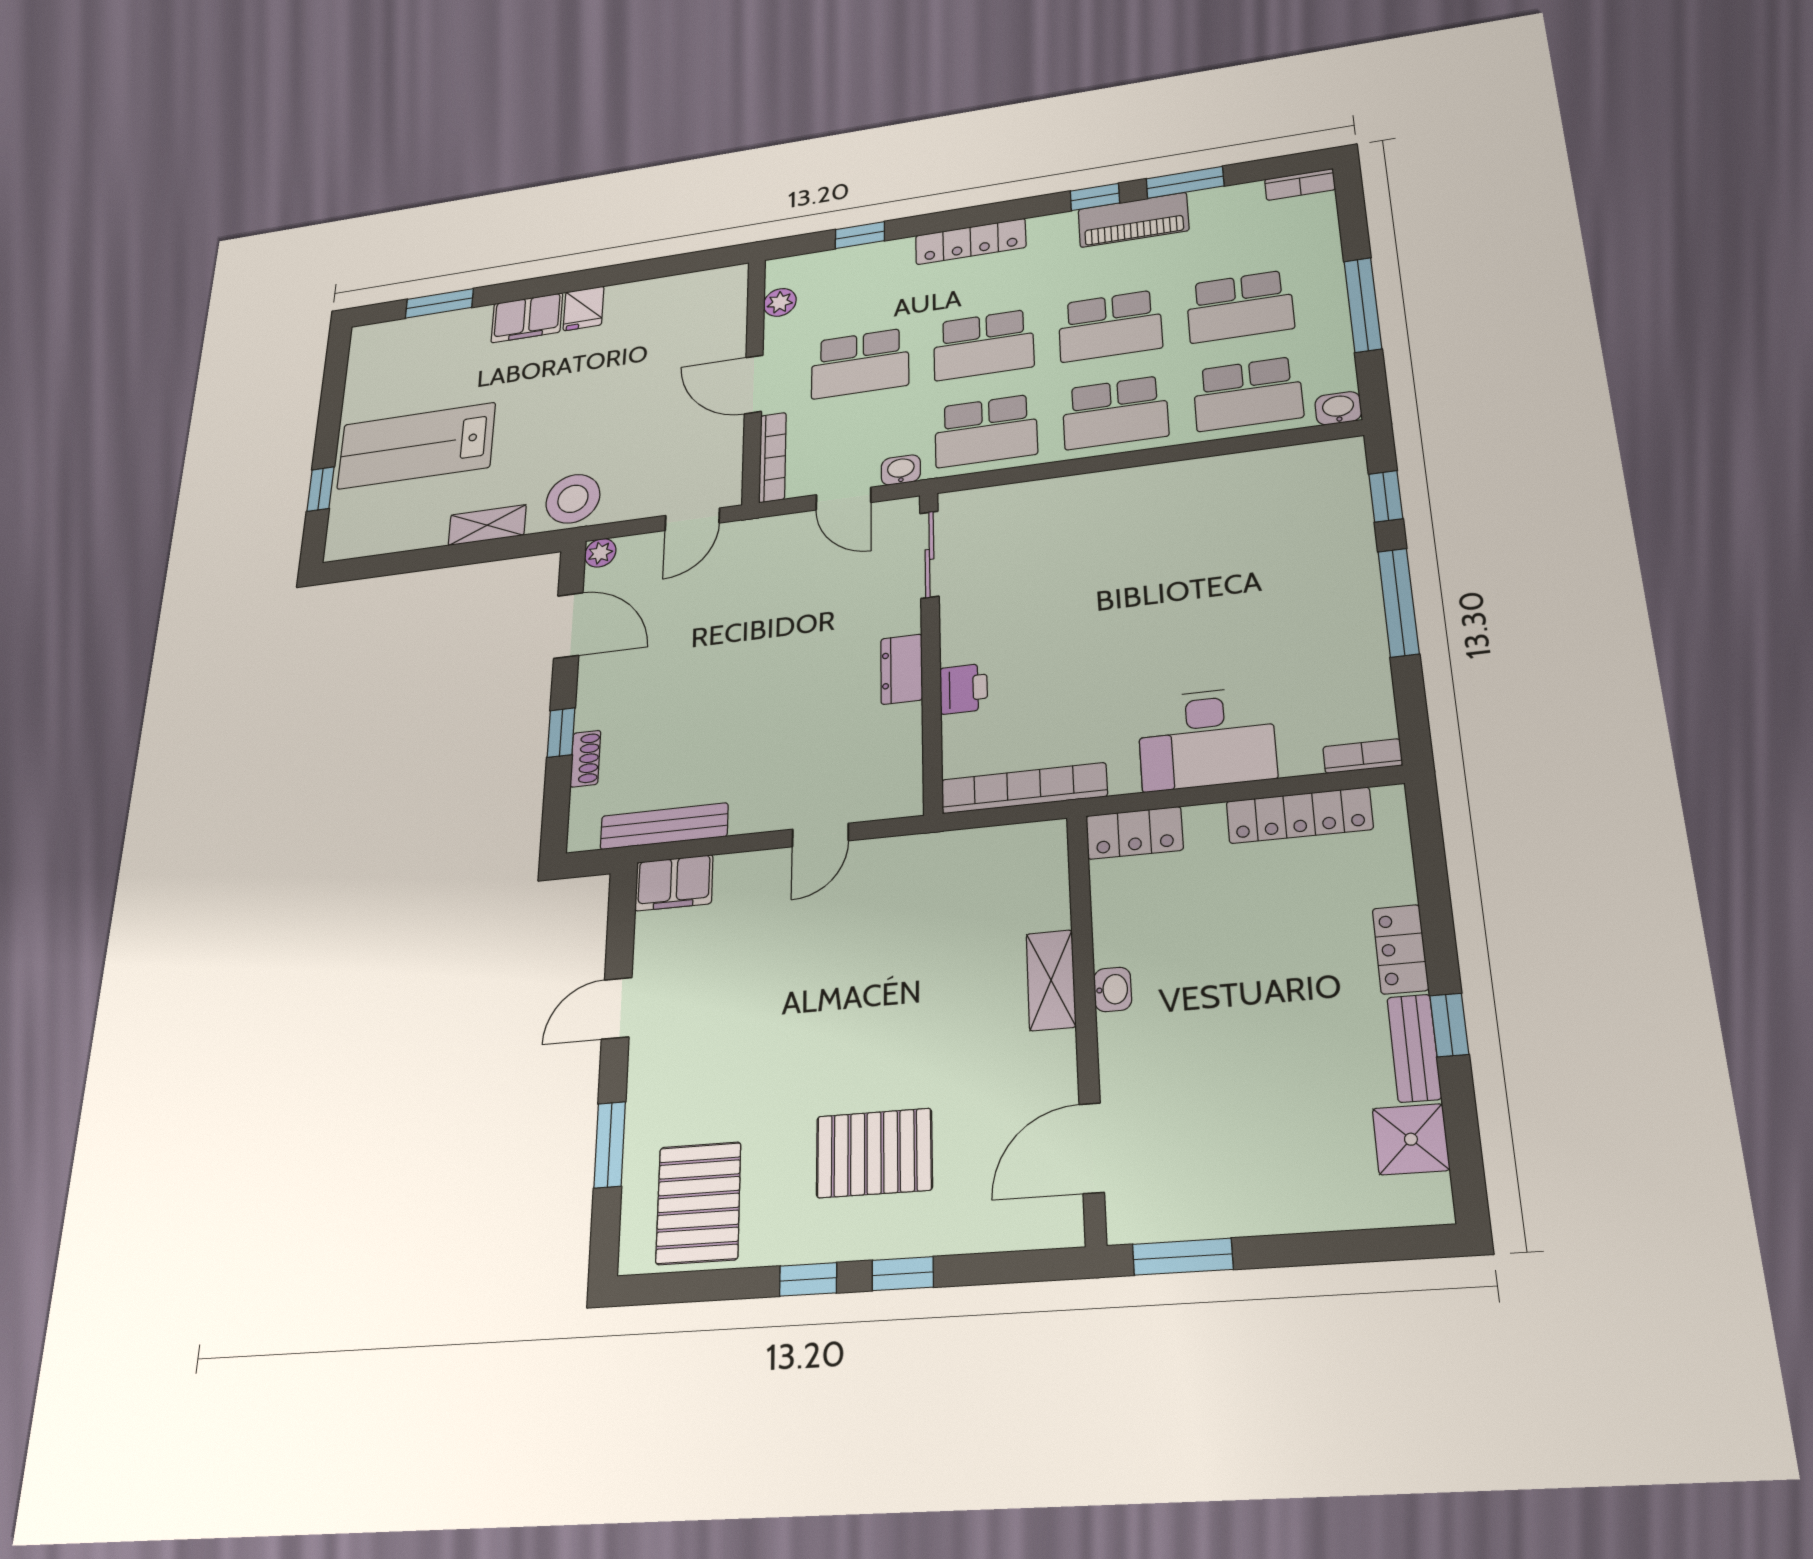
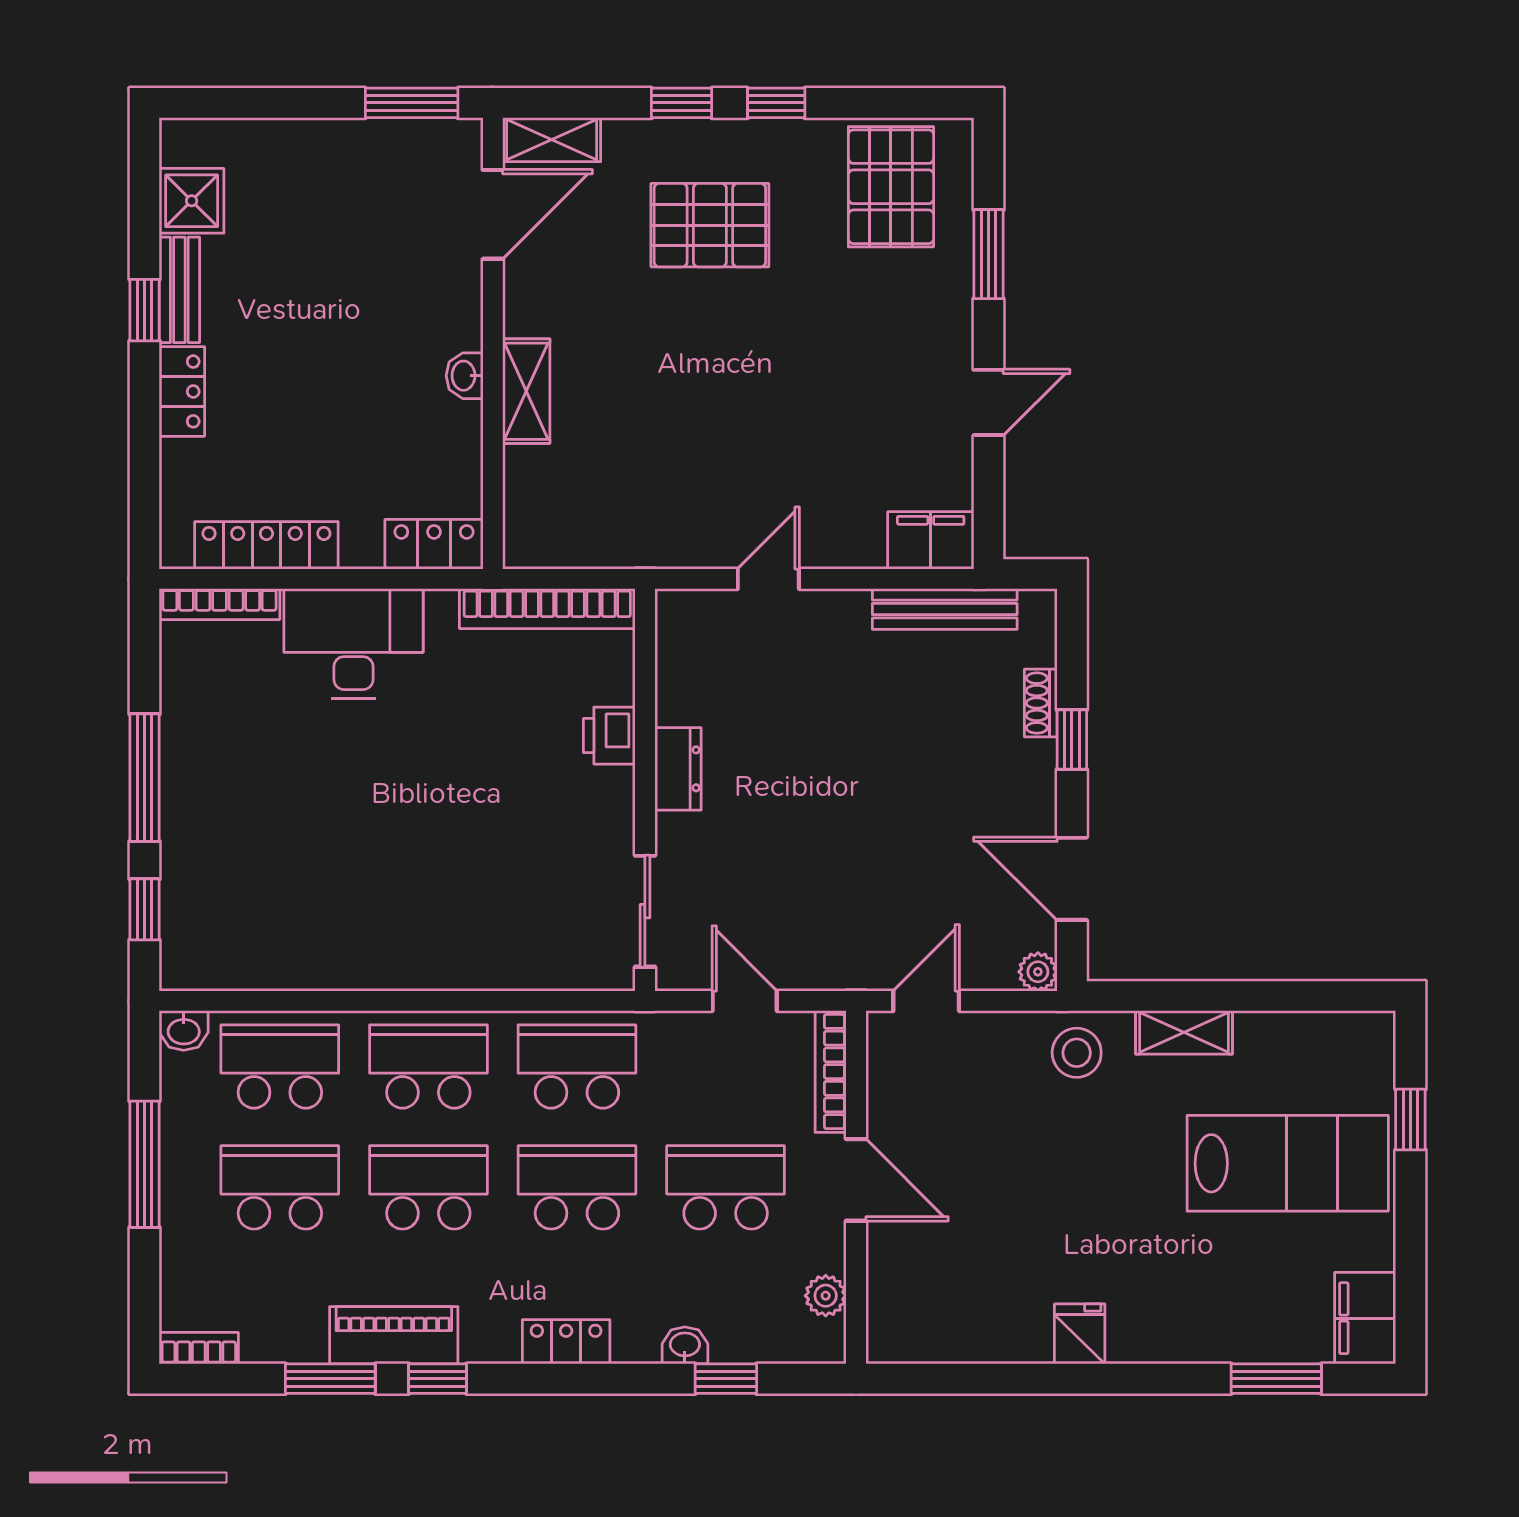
locker: (971, 241) -> (566, 1342), width x0.66
filing cabinet: (527, 318) -> (1365, 1318), moved, turned -90
washbasin: (901, 470) -> (685, 1345), moved, turned 180
stool: (573, 499) -> (1077, 1053), width x0.73, depth x0.73
bookcase: (1363, 756) -> (220, 604), width x1.56
shelving: (1034, 1228) -> (552, 140), added

